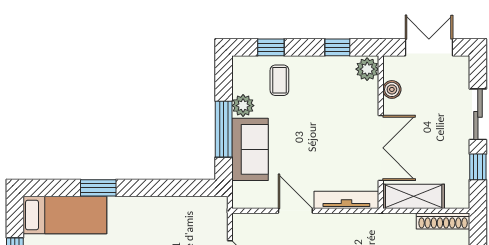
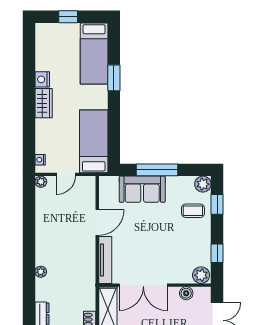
plant: (243, 106) -> (203, 184), moved
bed: (185, 216) -> (94, 141), added

